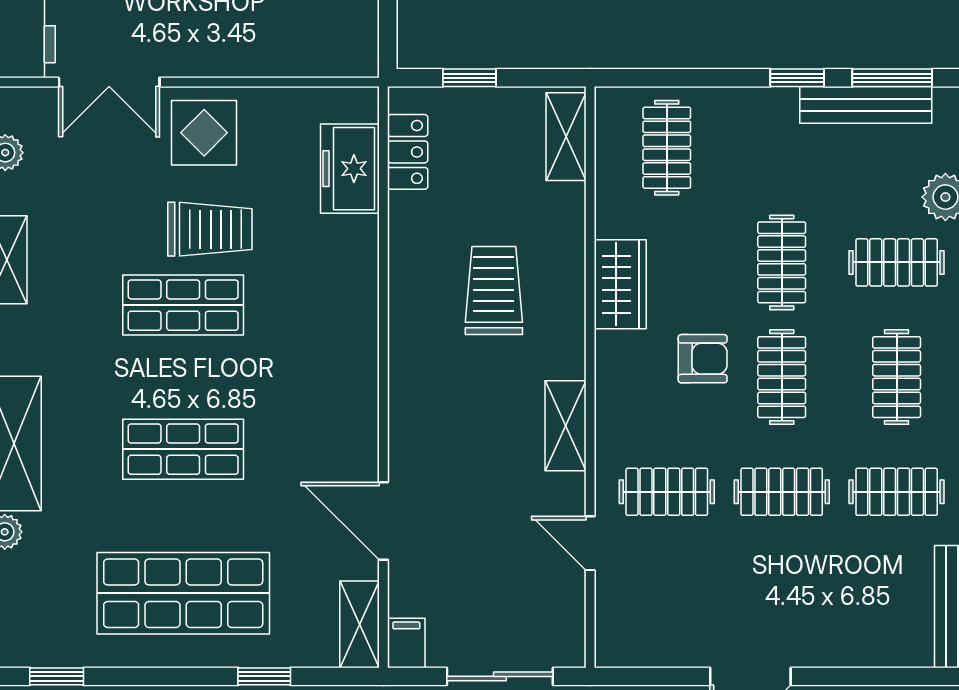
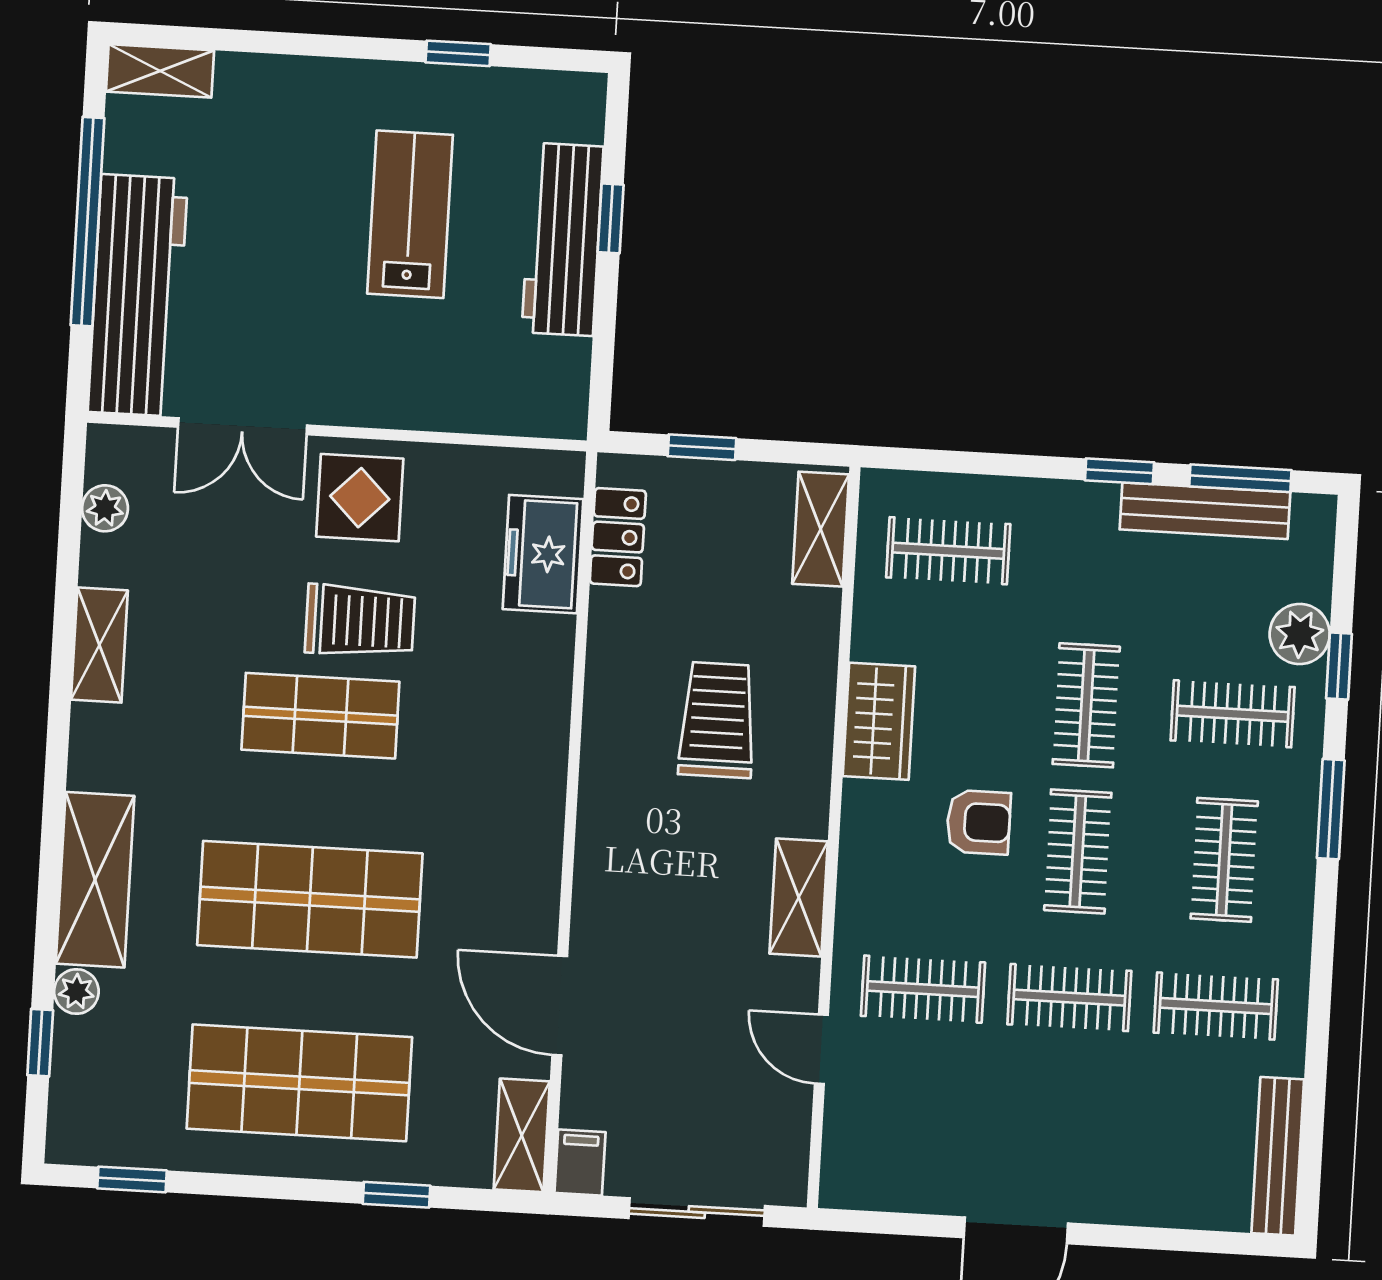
clothes rail: (667, 148) -> (948, 551), turned 90
shop shelf: (183, 449) -> (310, 899), width x1.43, depth x1.36

